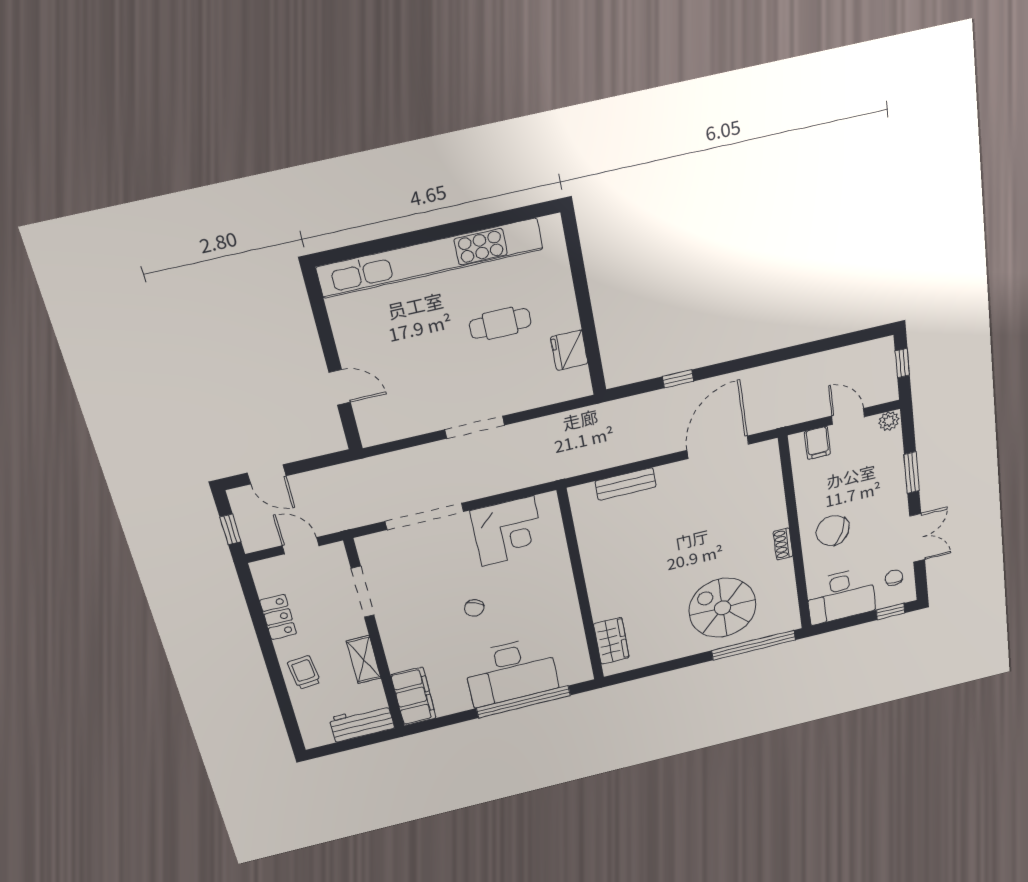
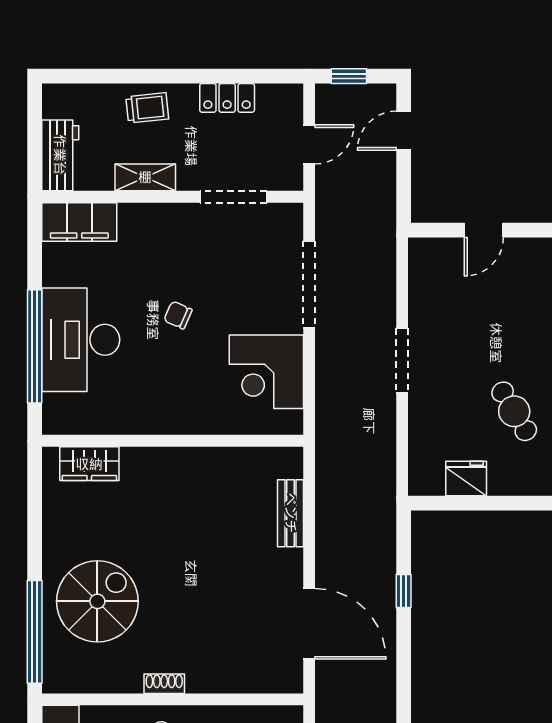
cafe table: (500, 323) -> (514, 411), turned -31

